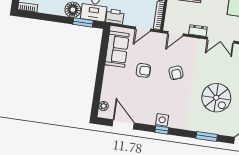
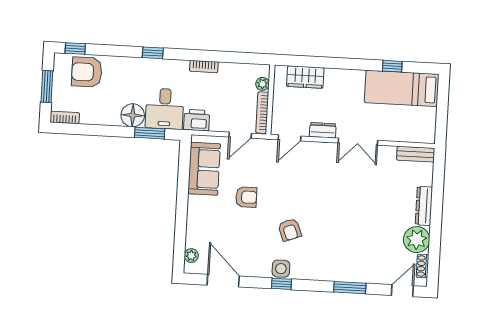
armchair: (176, 73) -> (290, 230), moved
spiral stairs: (216, 98) -> (359, 228), removed

